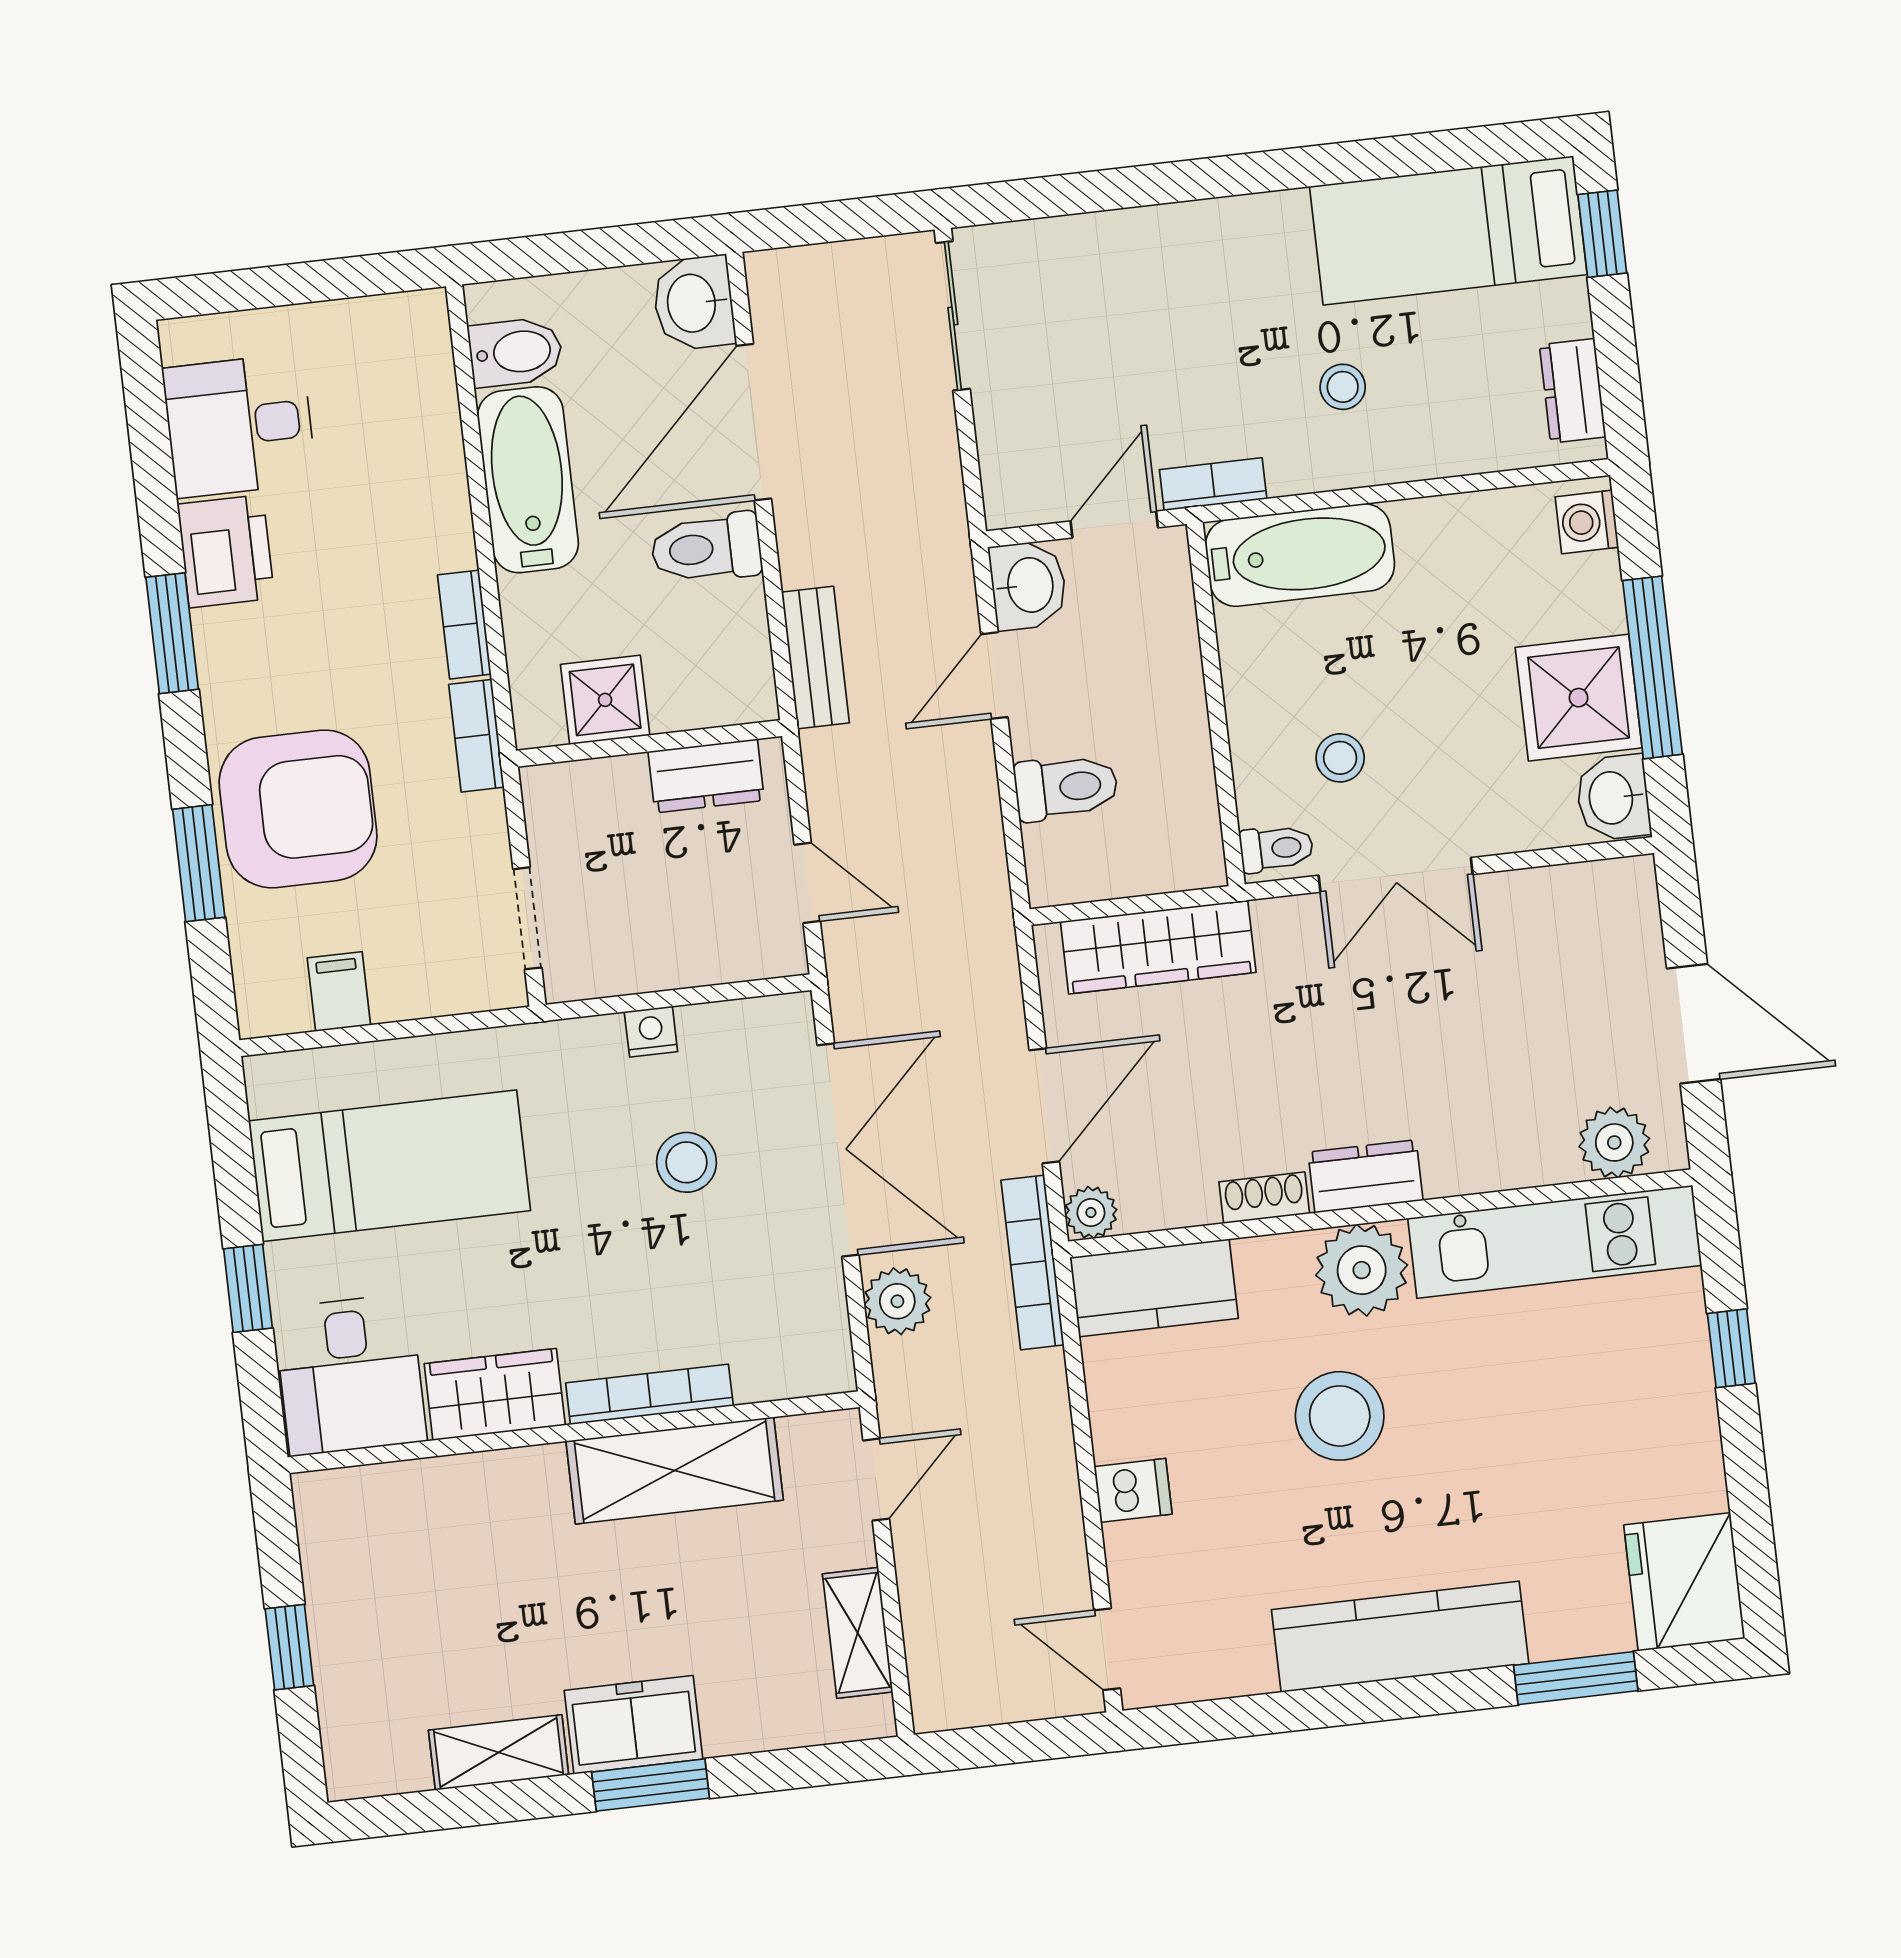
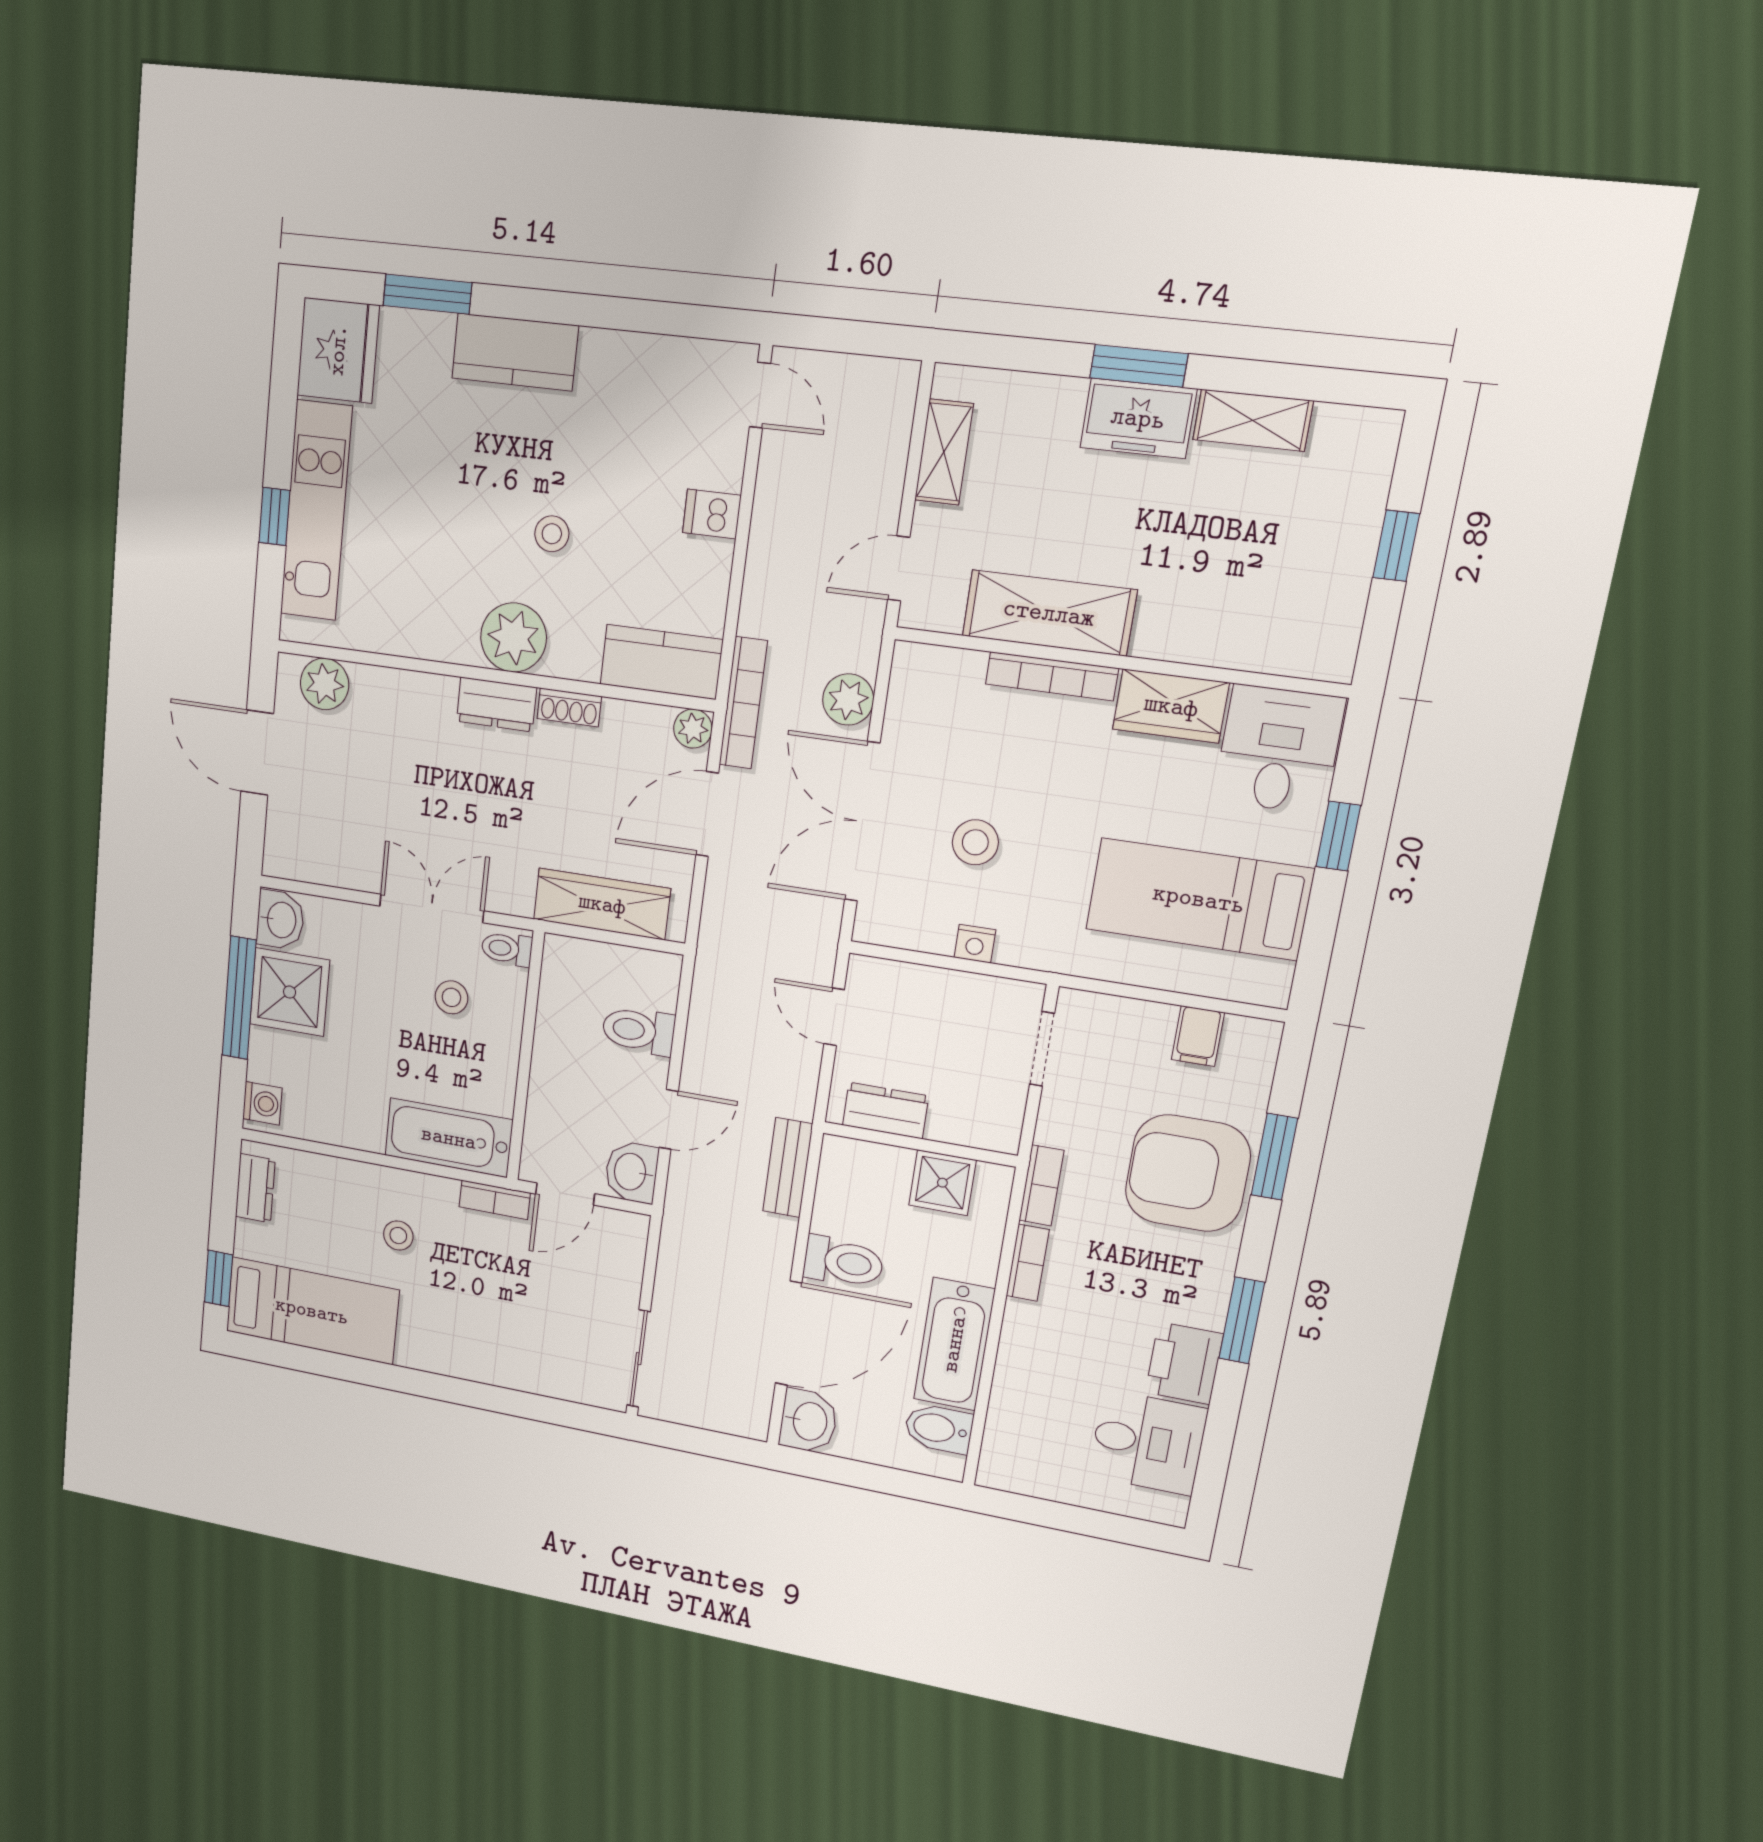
kitchen unit: (1555, 1242) -> (316, 511), moved, turned 90
stool: (1340, 1416) -> (552, 534), width x0.53, depth x0.53
kitchen counter: (1400, 1637) -> (515, 352), width x0.67

